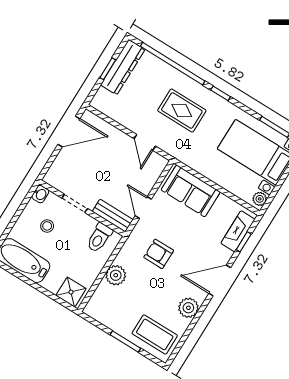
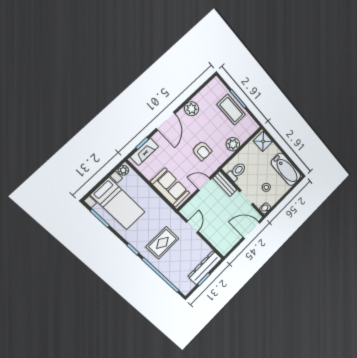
dresser: (123, 67) -> (205, 267), moved
rug: (182, 111) -> (162, 243), turned 90
door: (69, 132) -> (251, 230), moved
door: (143, 208) -> (204, 184), swing flipped
door: (220, 280) -> (166, 121), hinge flipped
coffee table: (155, 334) -> (231, 110), moved

